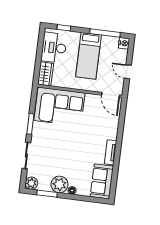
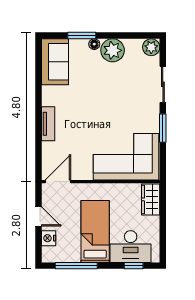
nightstand: (124, 43) -> (49, 238), moved
desk: (54, 48) -> (131, 247), moved, turned 90
door: (111, 95) -> (58, 182), hinge flipped
tv unit: (111, 152) -> (48, 124), moved
window: (47, 194) -> (82, 36), moved

